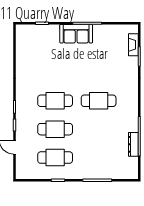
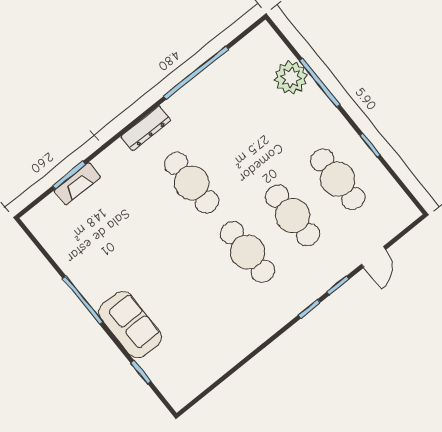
sofa: (76, 34) -> (130, 325), moved
fireplace: (133, 45) -> (77, 184), moved
dresser: (133, 144) -> (146, 128), moved
plant: (108, 171) -> (291, 78), added

